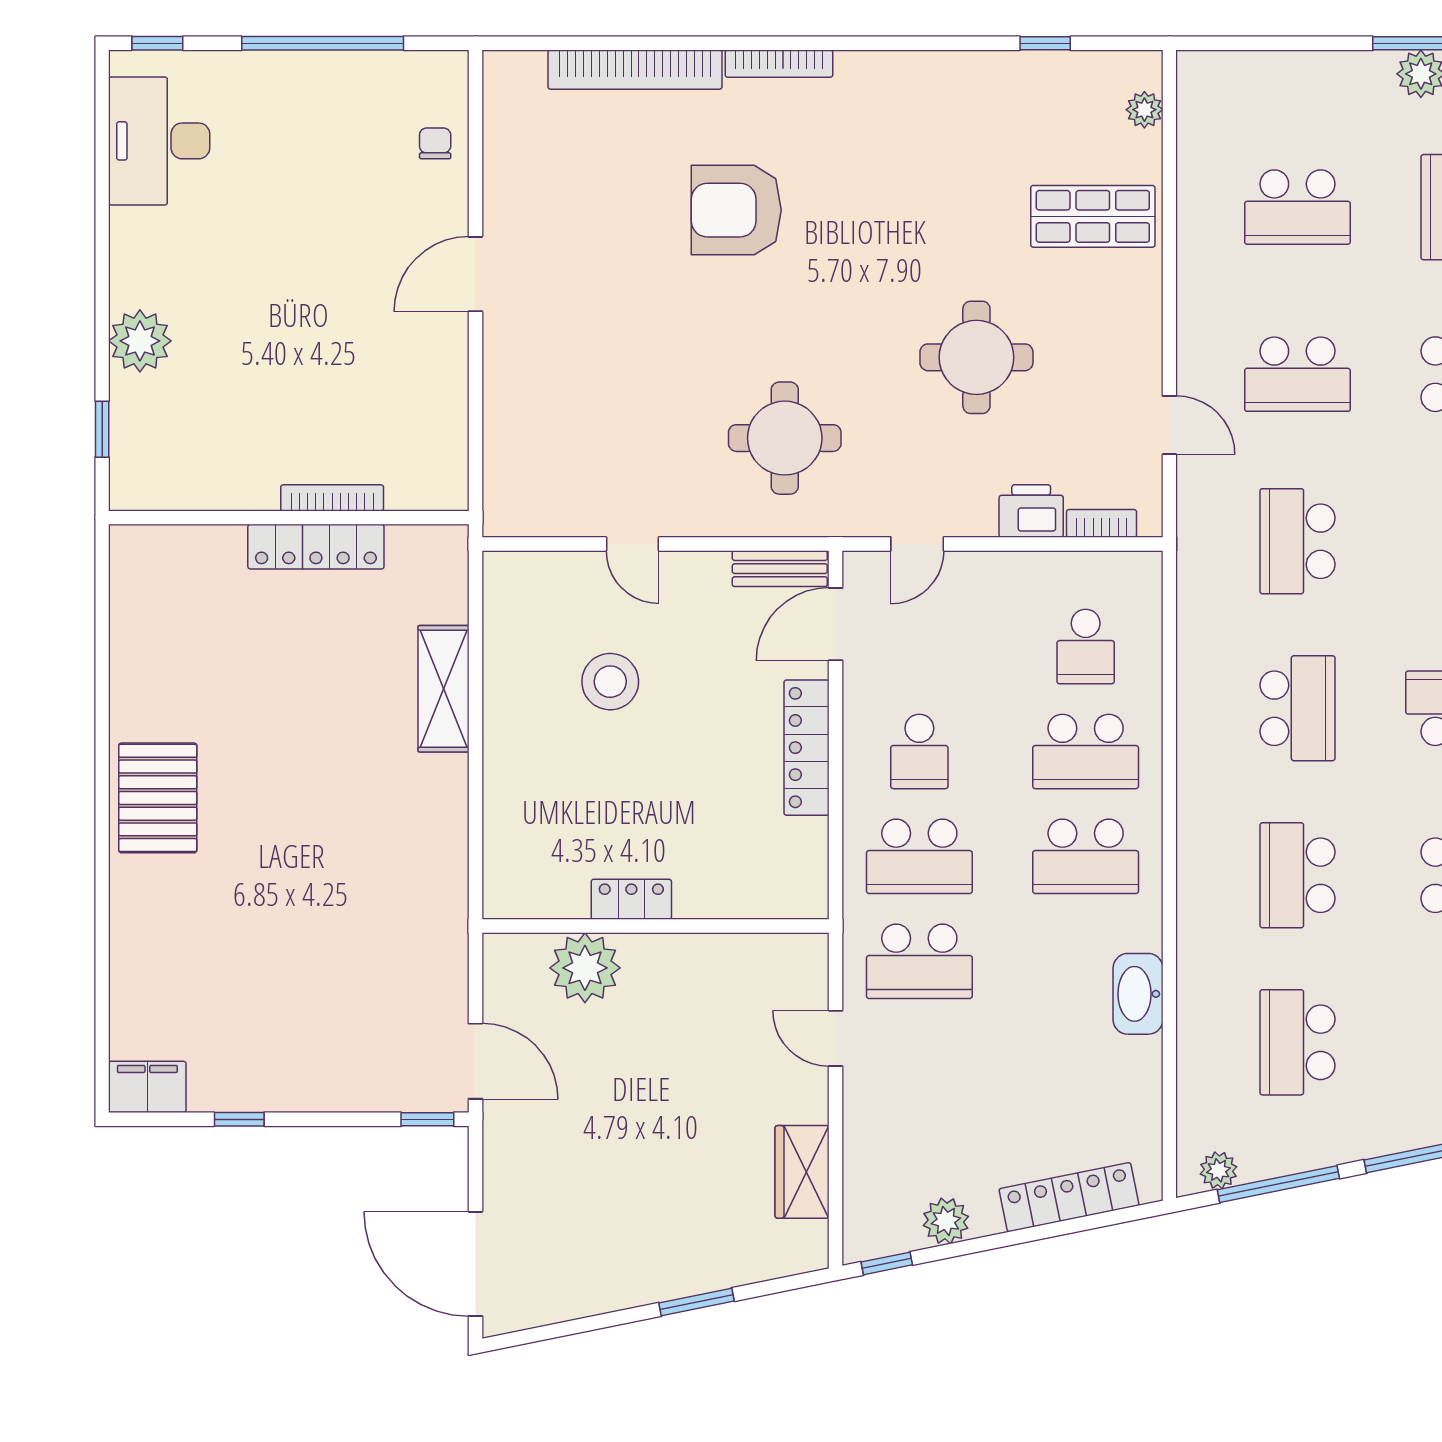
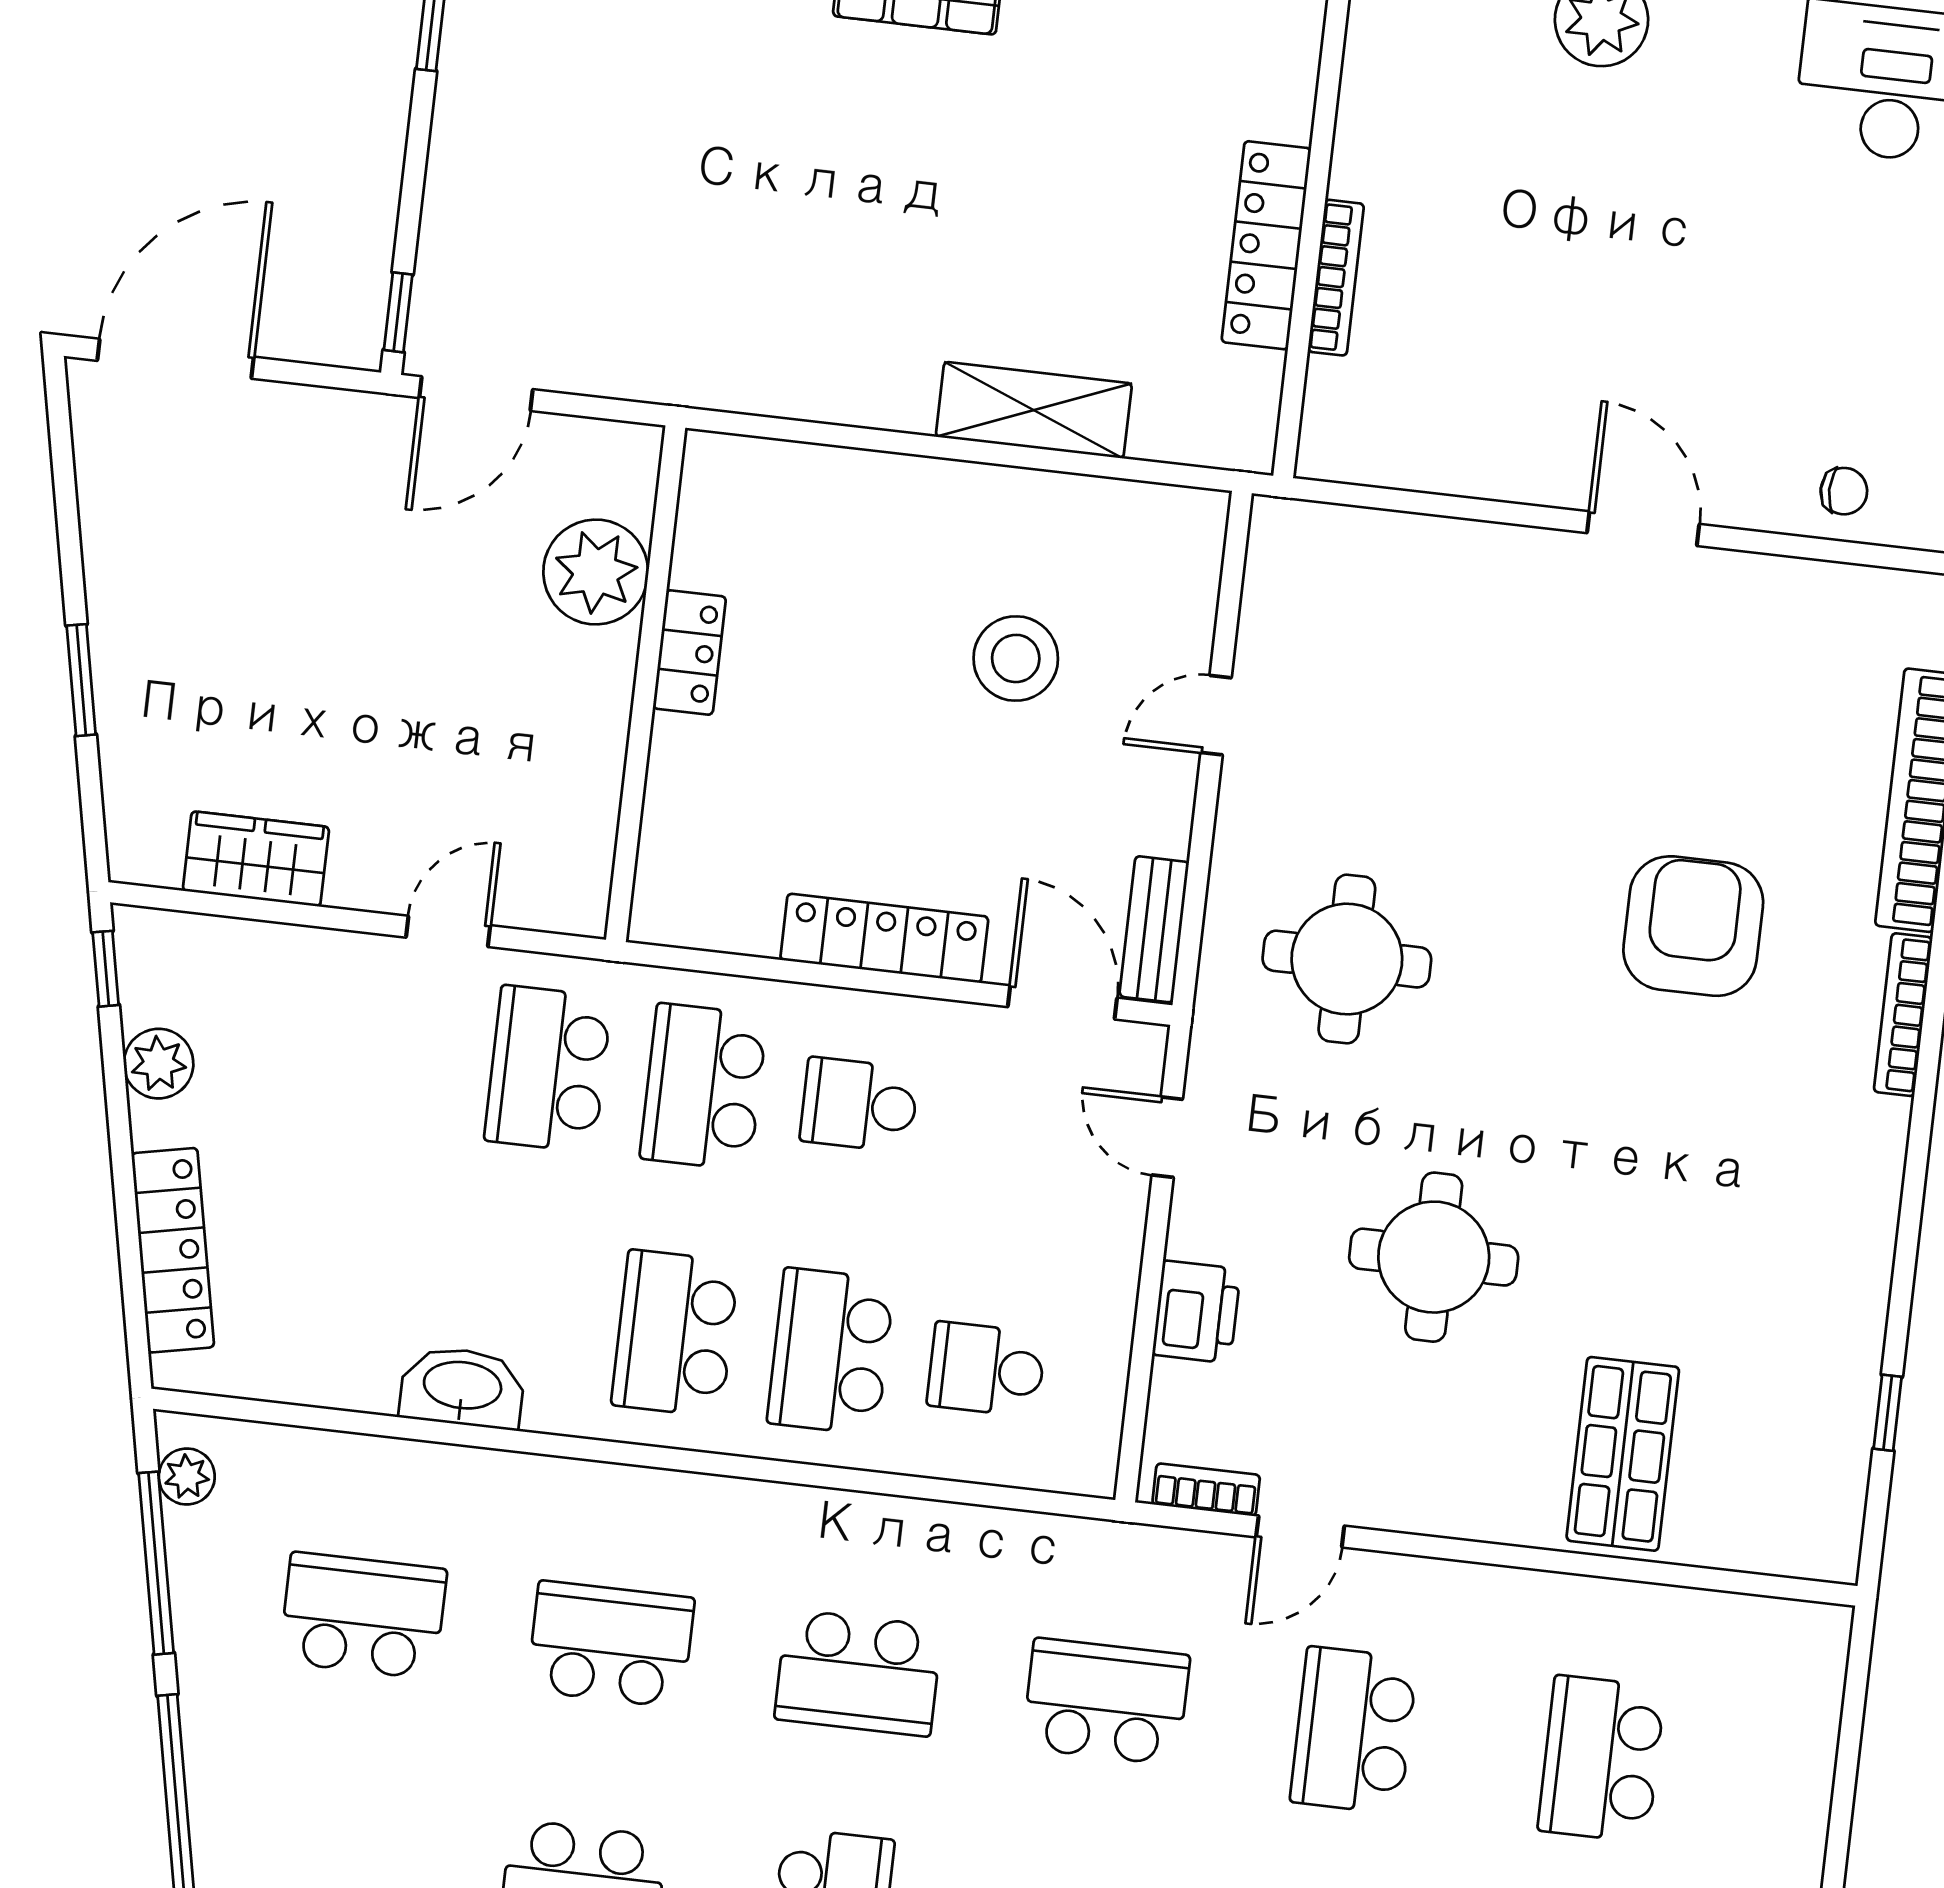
plant: (1144, 110) -> (1772, 1549), removed
bookcase: (1101, 523) -> (1206, 1490), moved, turned -90

